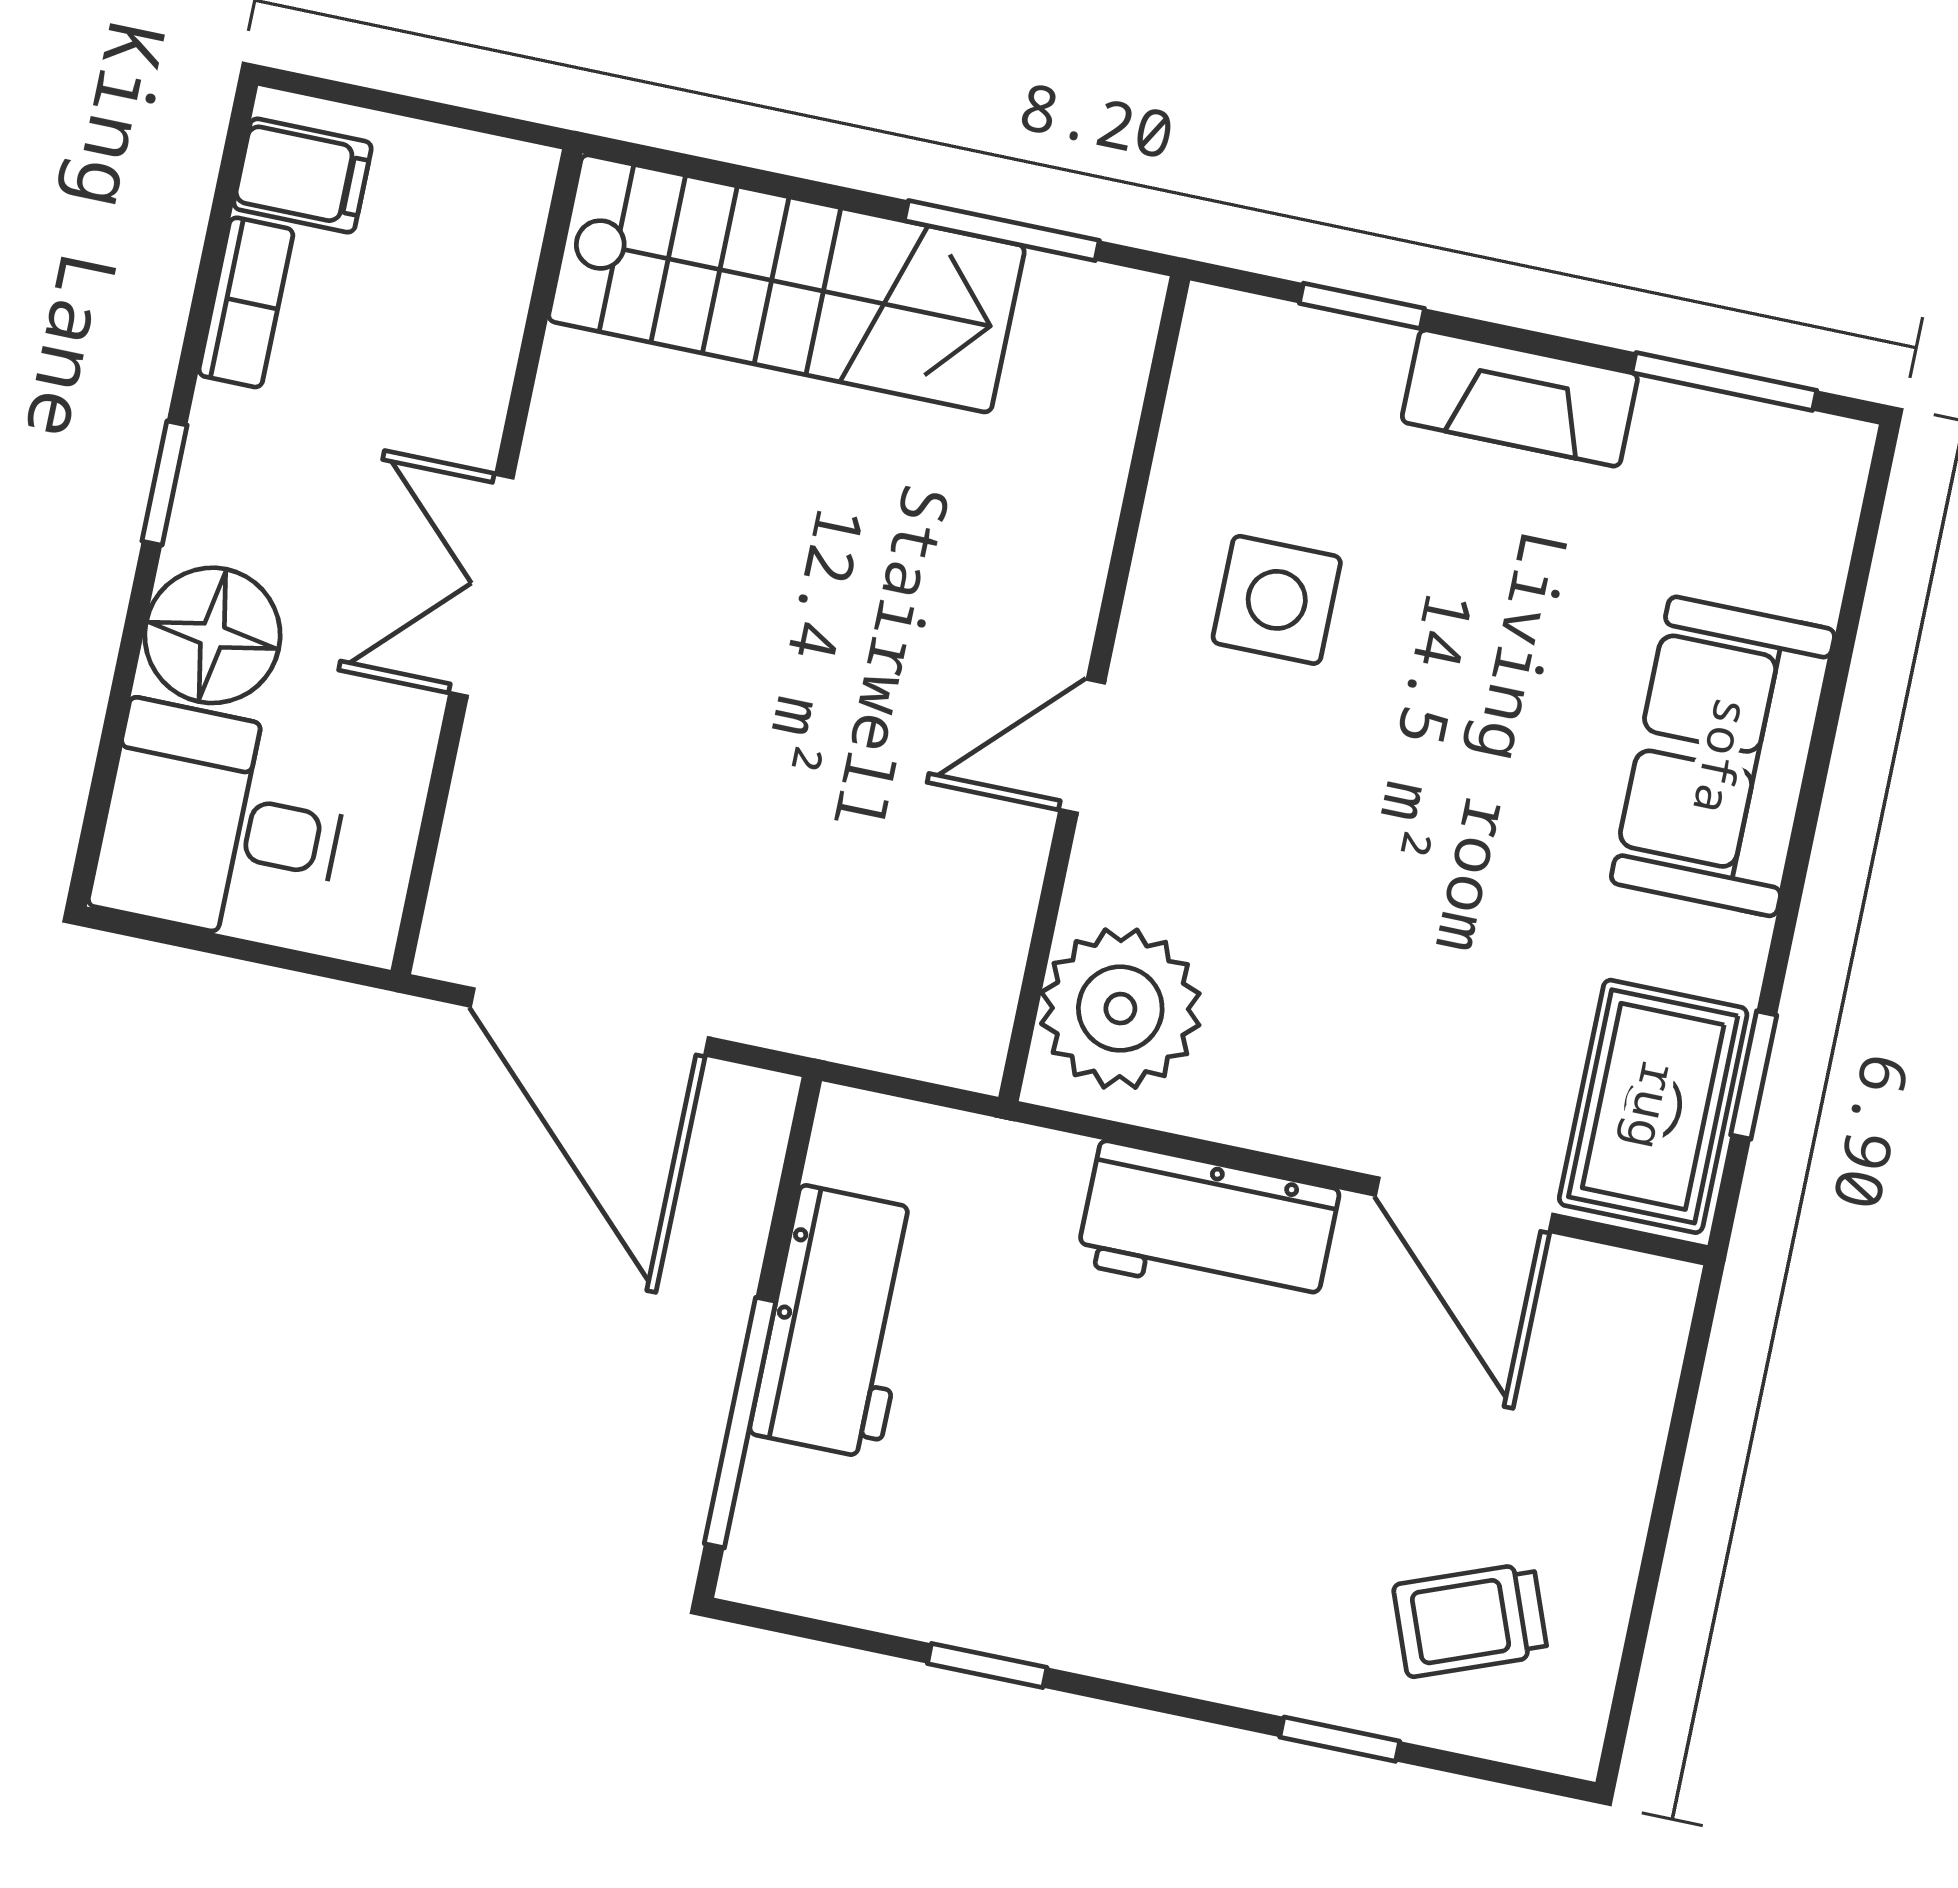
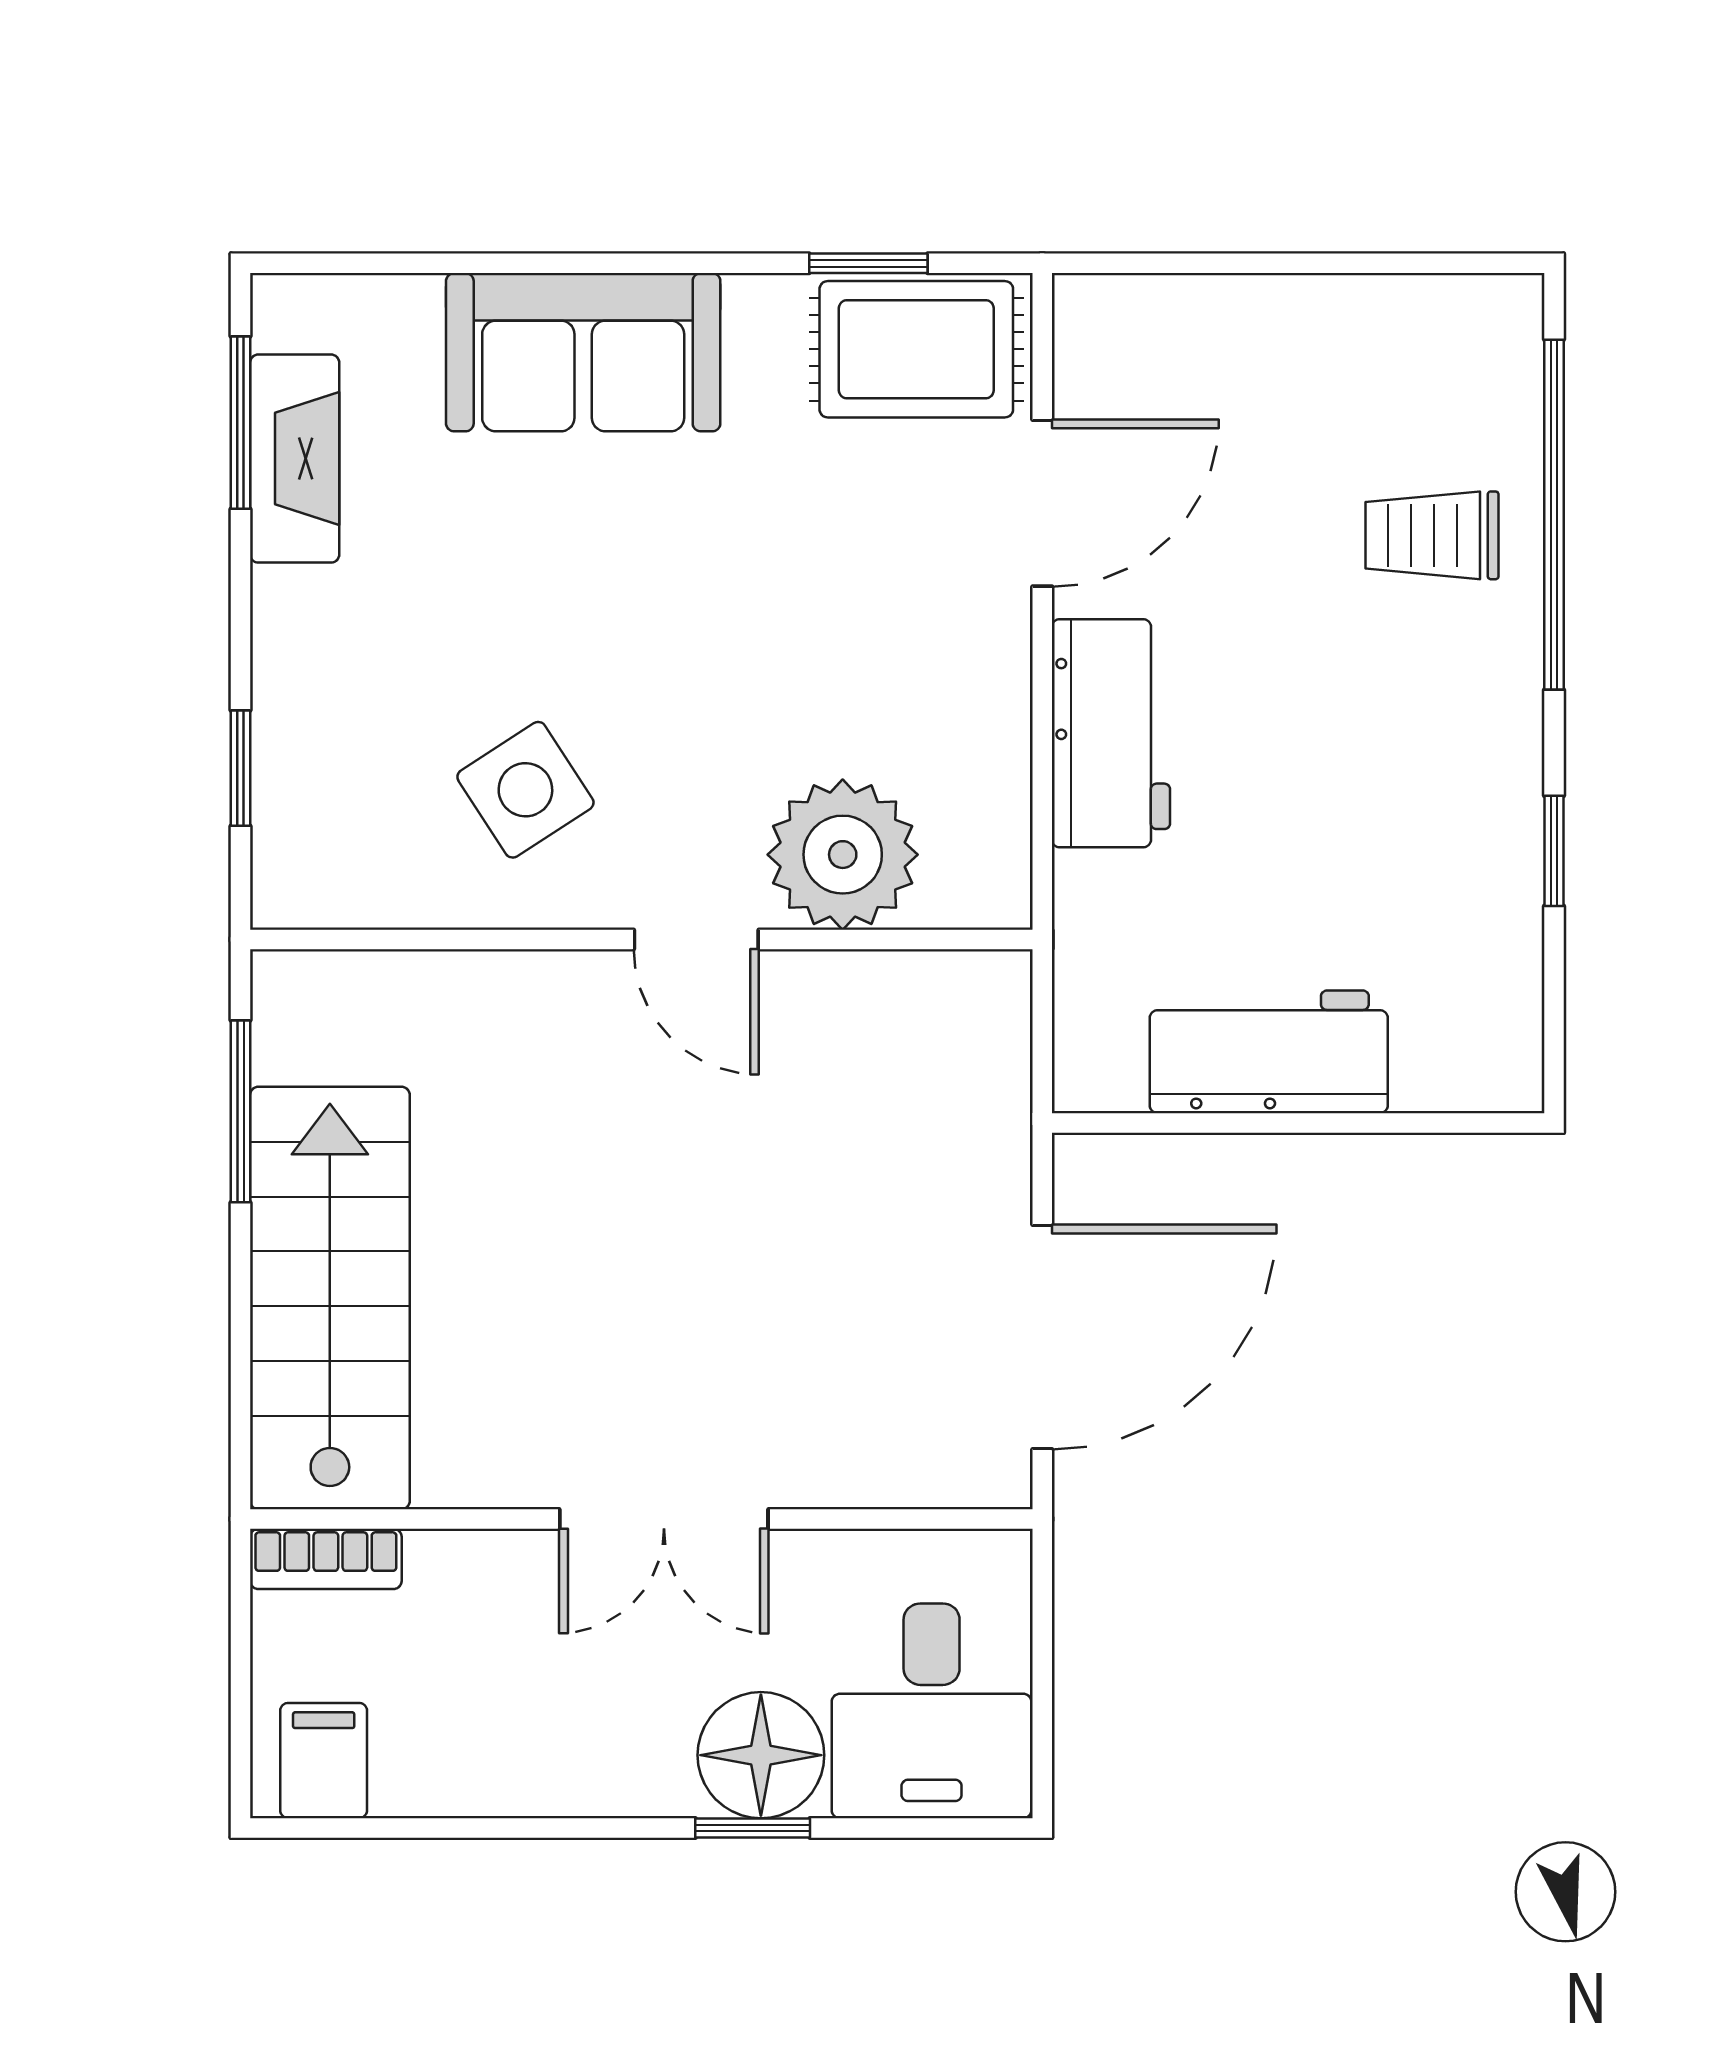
bookcase: (246, 302) -> (326, 1559), moved, turned 180
fireplace: (1520, 398) -> (295, 459), moved
window: (164, 483) -> (753, 1828), moved
side table: (1277, 600) -> (525, 790), turned -33
plant: (1120, 1009) -> (843, 855), moved
window: (740, 1423) -> (1379, 1123), removed
trolley: (1470, 1620) -> (1432, 535), moved, turned 111
window: (1340, 1739) -> (1554, 515), width x3.17

